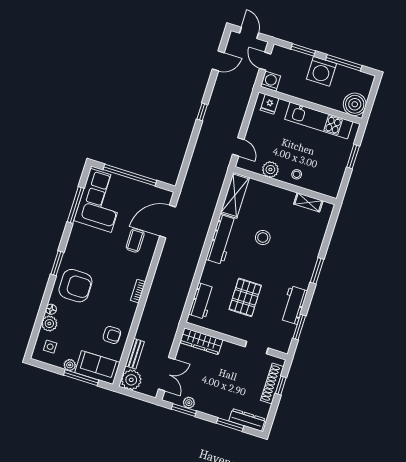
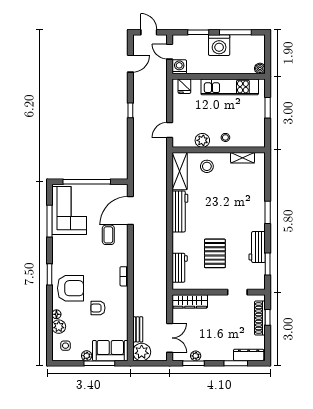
boiler: (355, 104) -> (260, 68), width x0.54, depth x0.54
door: (238, 147) -> (170, 130), swing flipped
stool: (263, 237) -> (207, 166), moved
armchair: (112, 335) -> (98, 308), moved, turned 180

